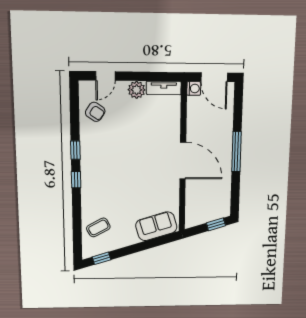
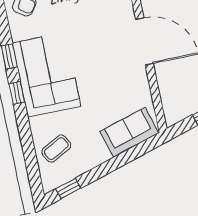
corner sofa: (102, 170) -> (46, 75), added

